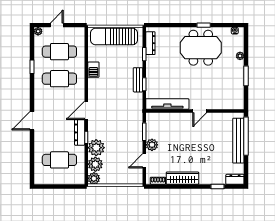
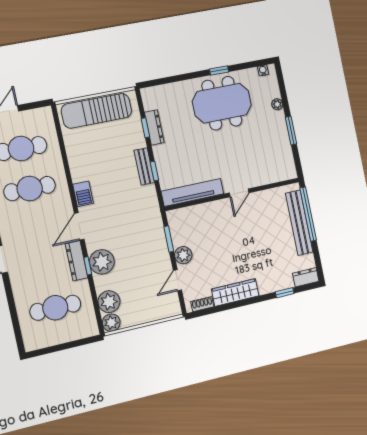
dresser: (150, 43) -> (154, 127), moved
barbecue: (93, 70) -> (83, 194), moved
plant: (96, 148) -> (102, 262), moved

